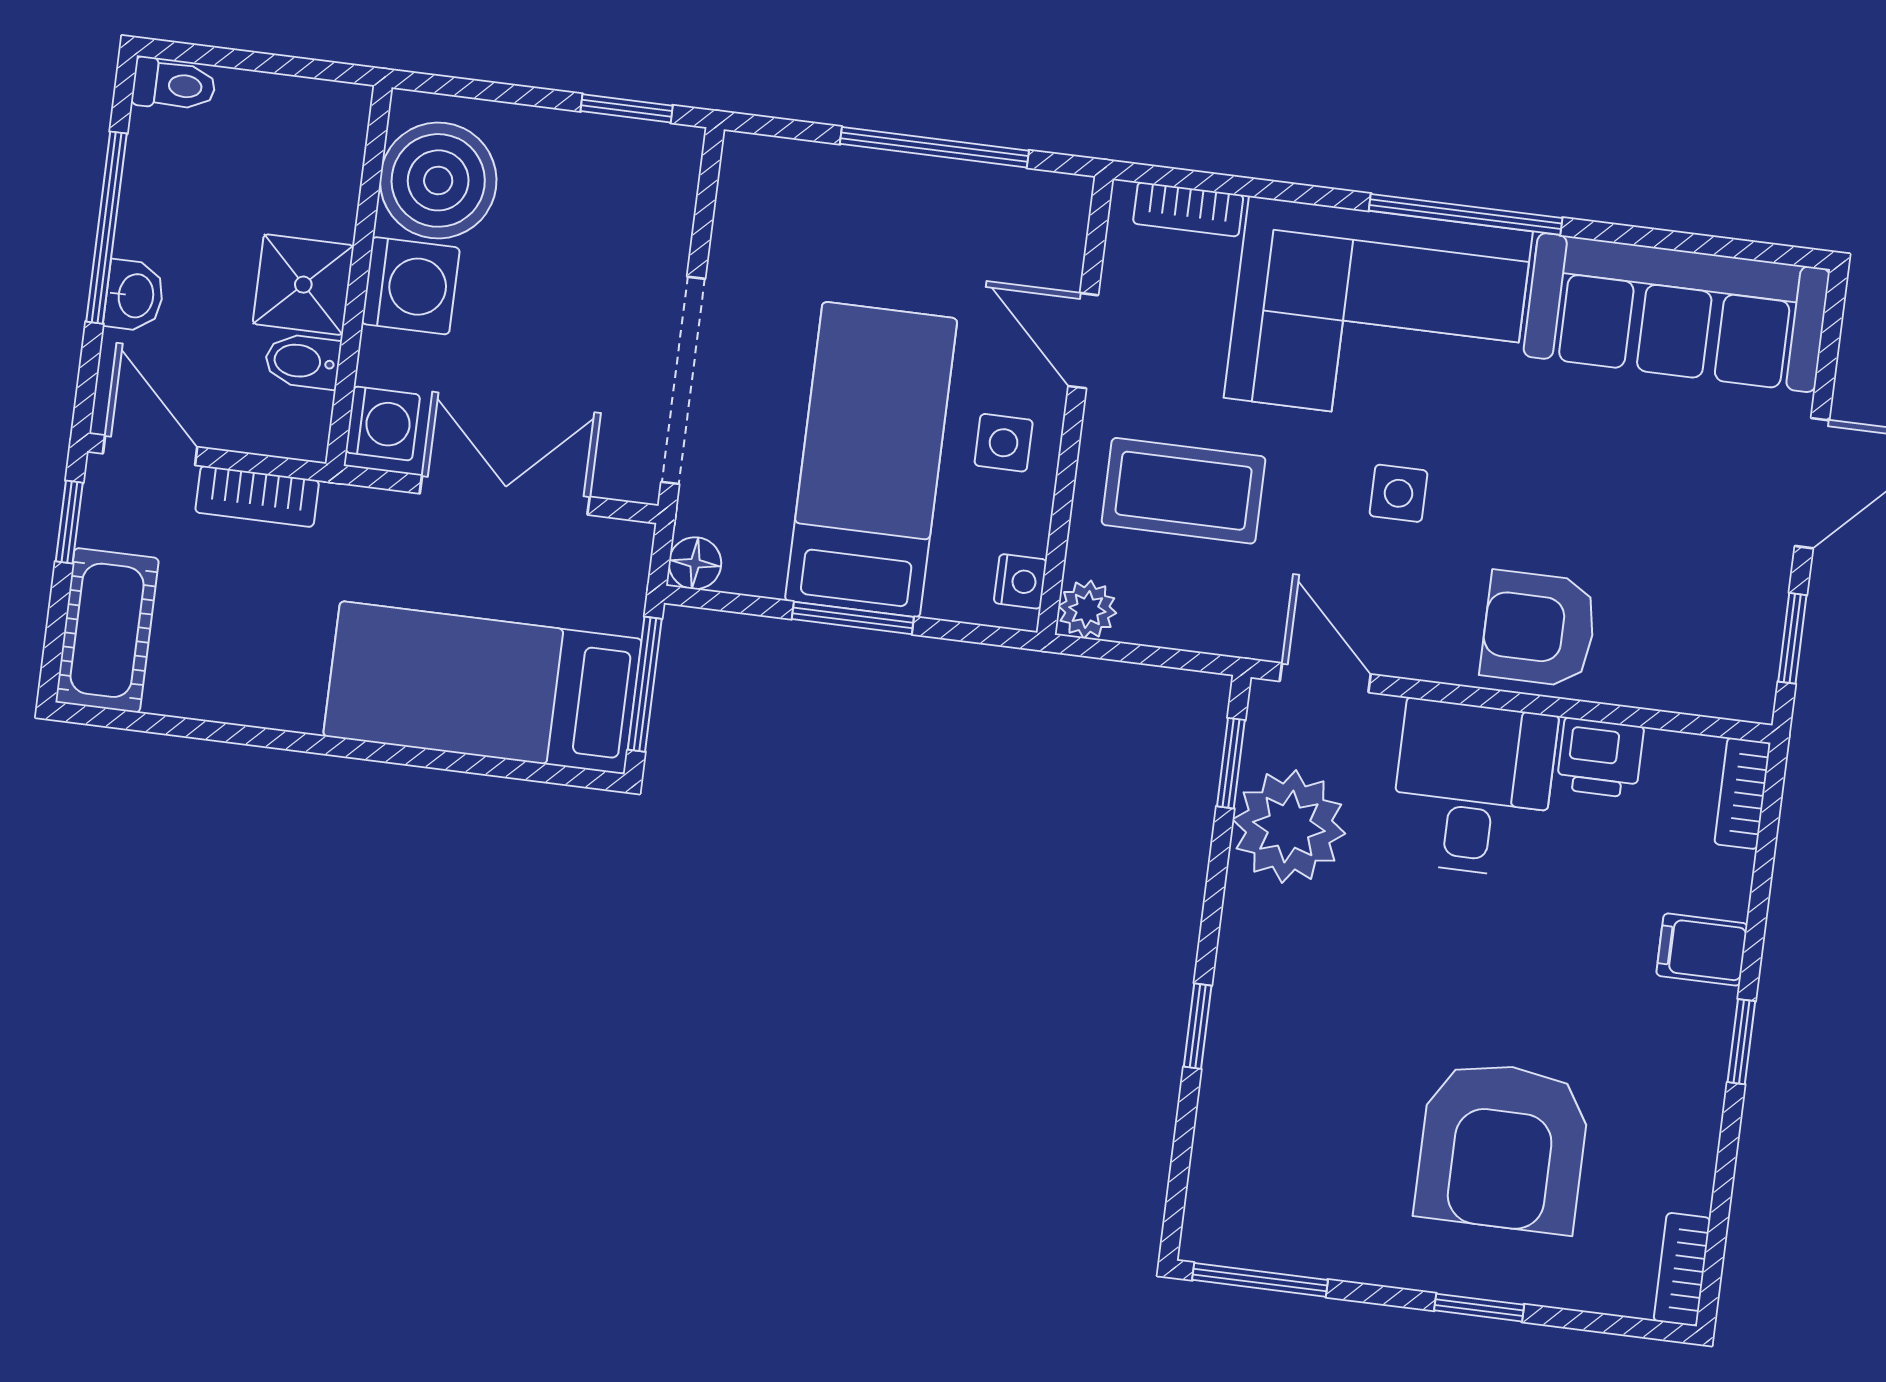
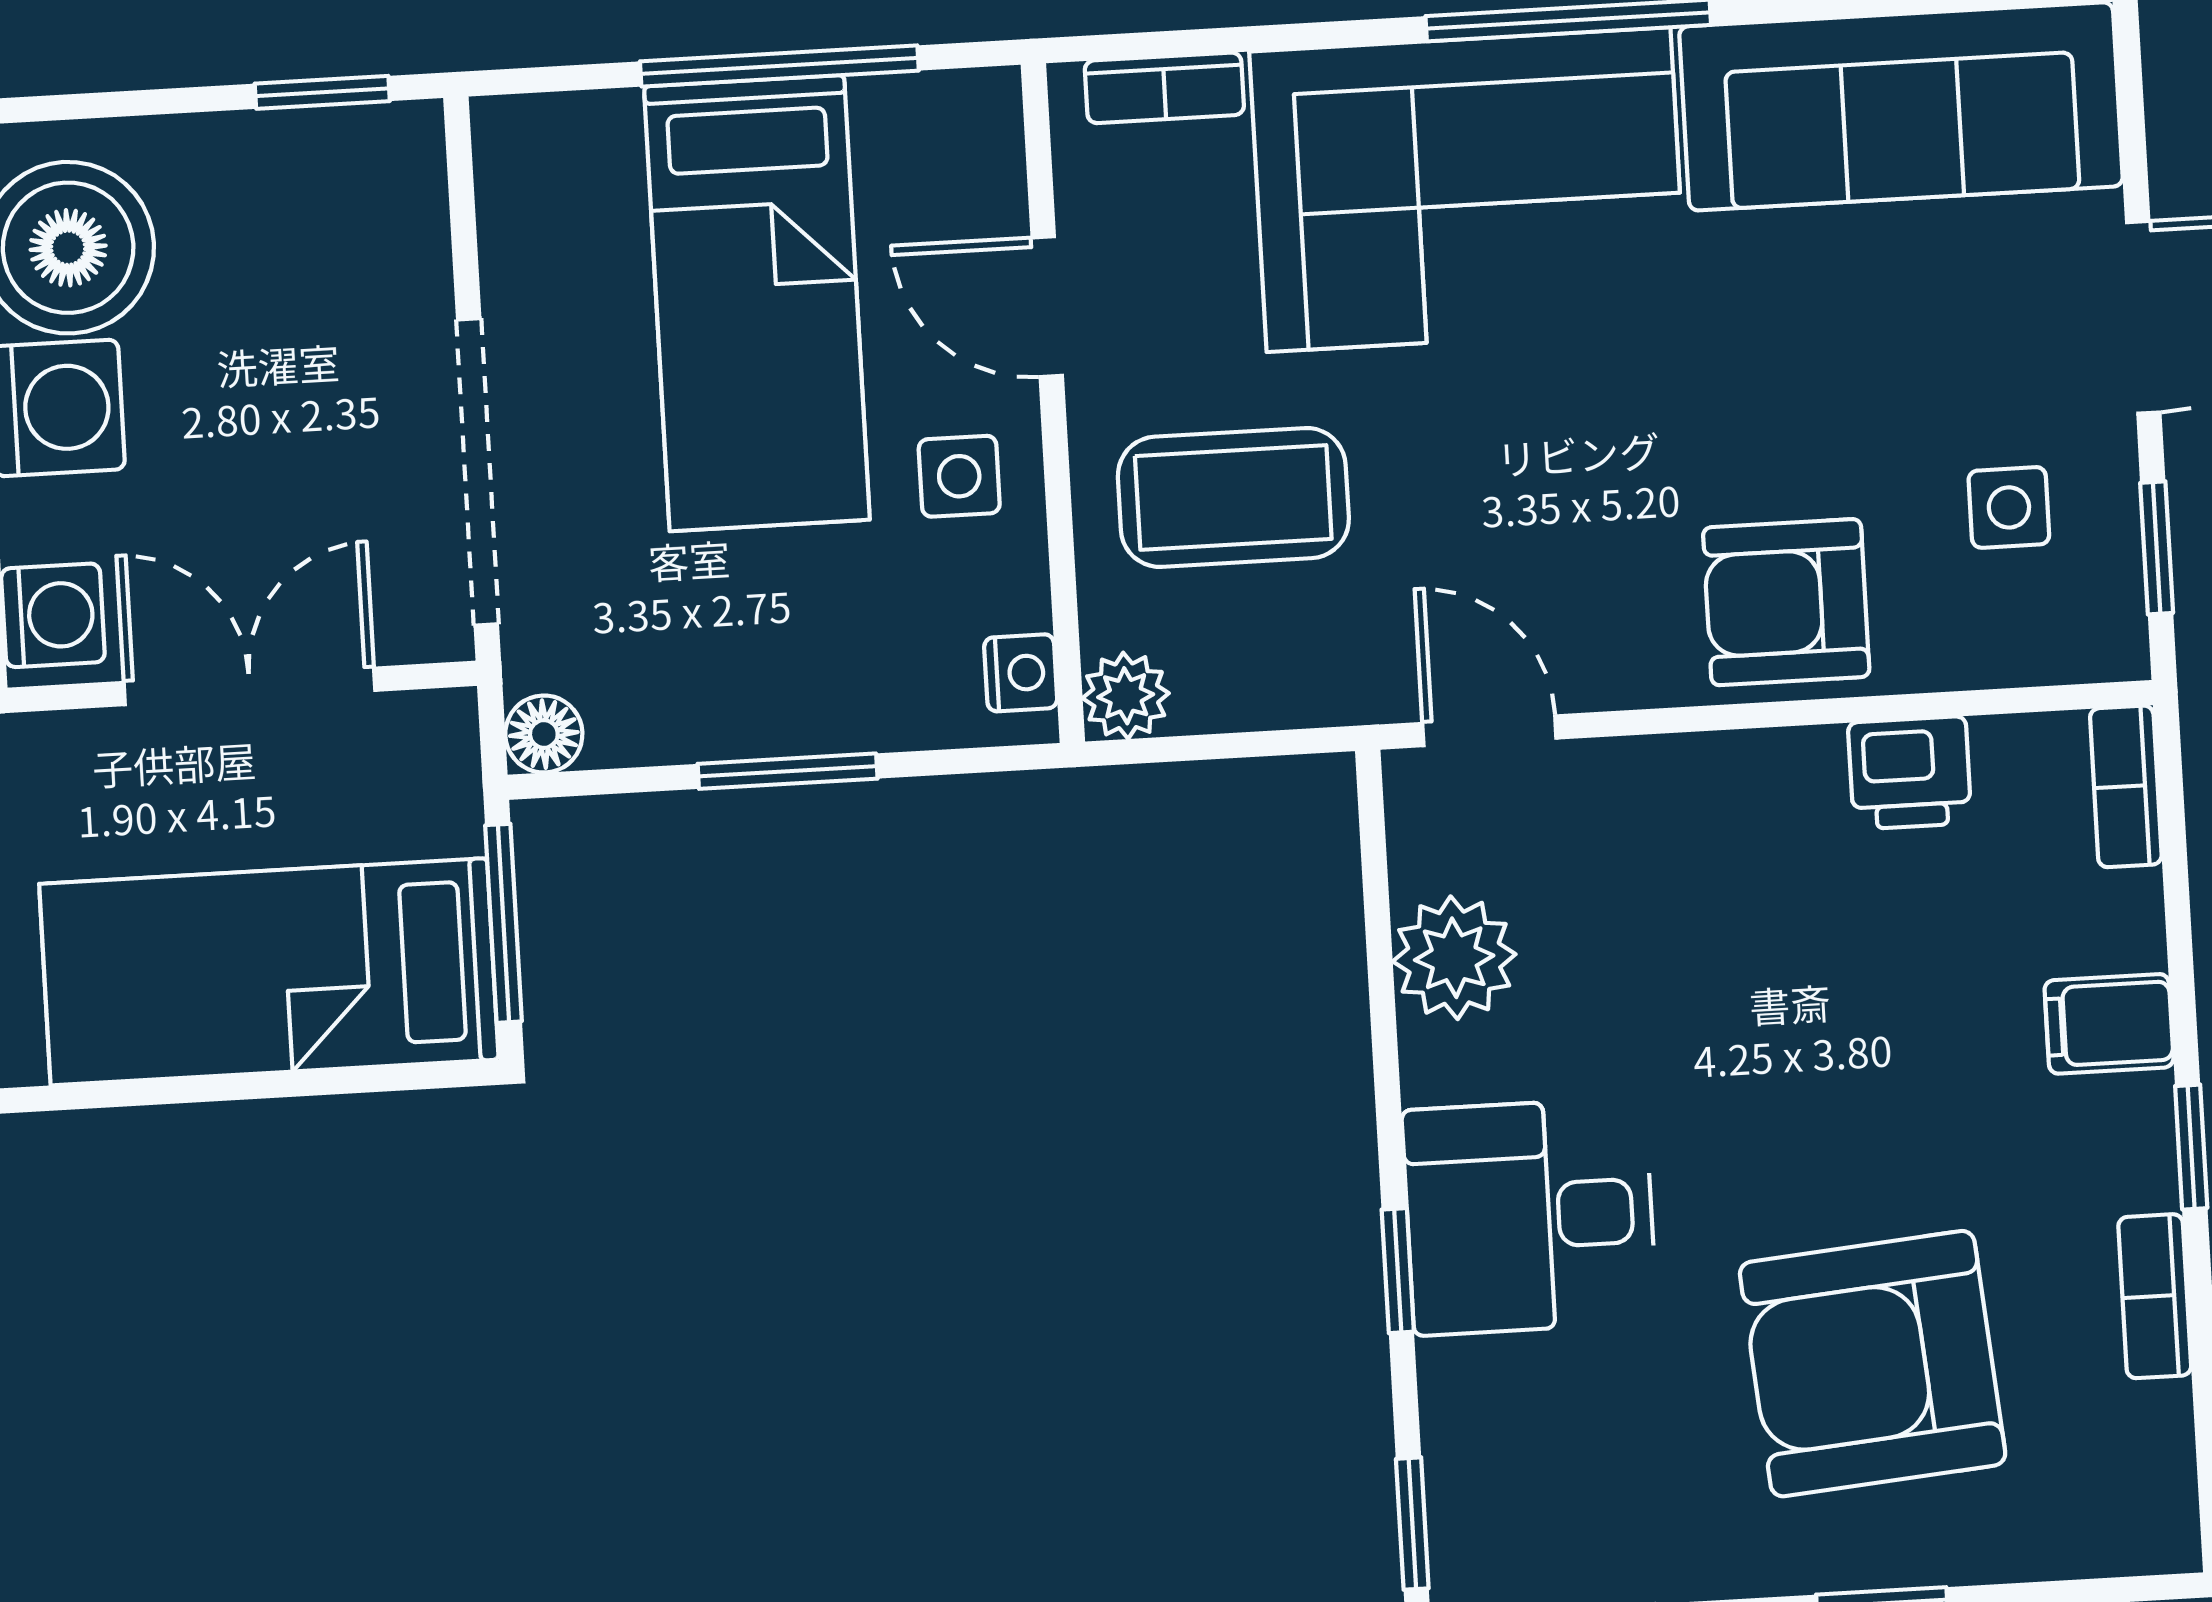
bed: (871, 460) -> (757, 303), moved, turned 180
side table: (1398, 493) -> (2009, 507), moved
window: (1231, 763) -> (1412, 1524), moved
desk: (1473, 788) -> (1530, 1216), moved, turned -90
plant: (1289, 827) -> (1454, 958), width x0.73, depth x0.73
armchair: (1502, 1147) -> (1873, 1364), turned 85
bookcase: (1682, 1269) -> (2155, 1296), moved

